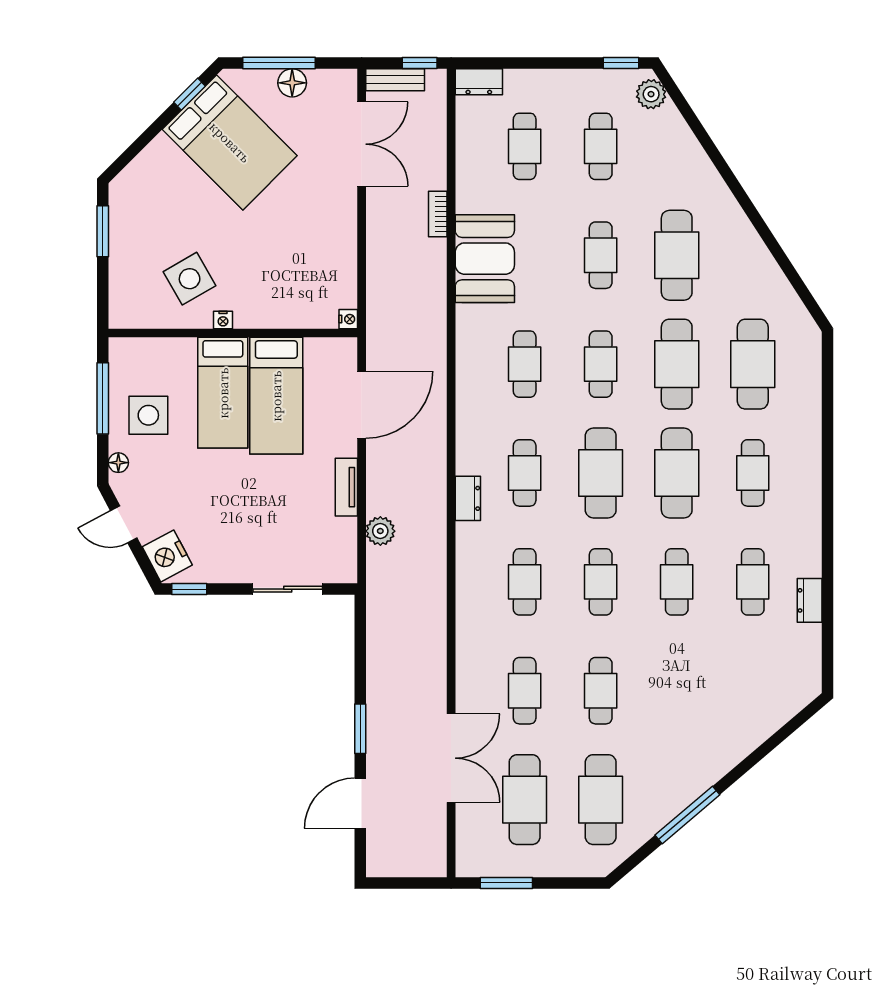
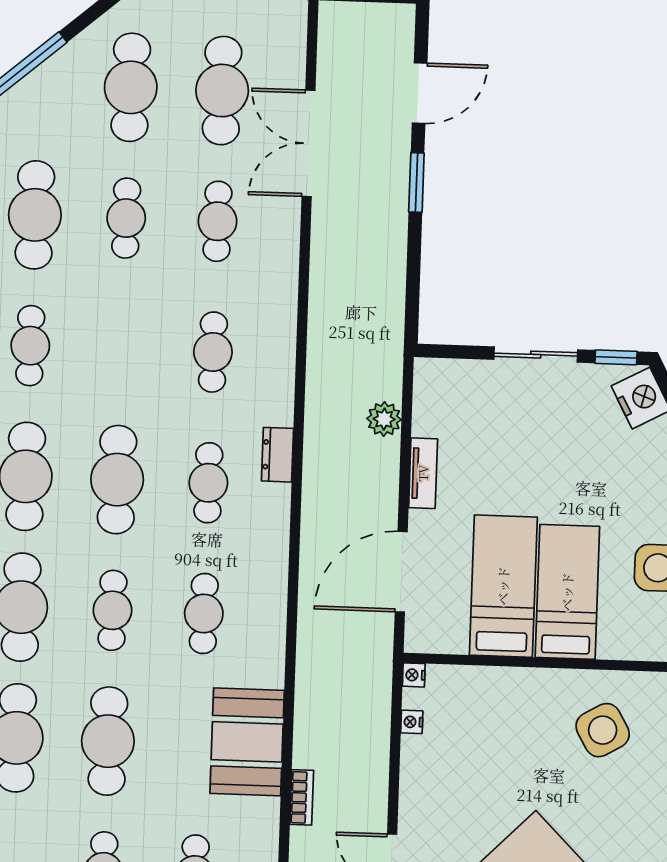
cafe table: (601, 255) -> (108, 741), width x1.37, depth x1.35
nightstand: (223, 320) -> (412, 722), moved, turned -90
cafe table: (601, 582) -> (35, 215), moved, width x1.37, depth x1.35
sliding door: (288, 589) -> (536, 355), moved

